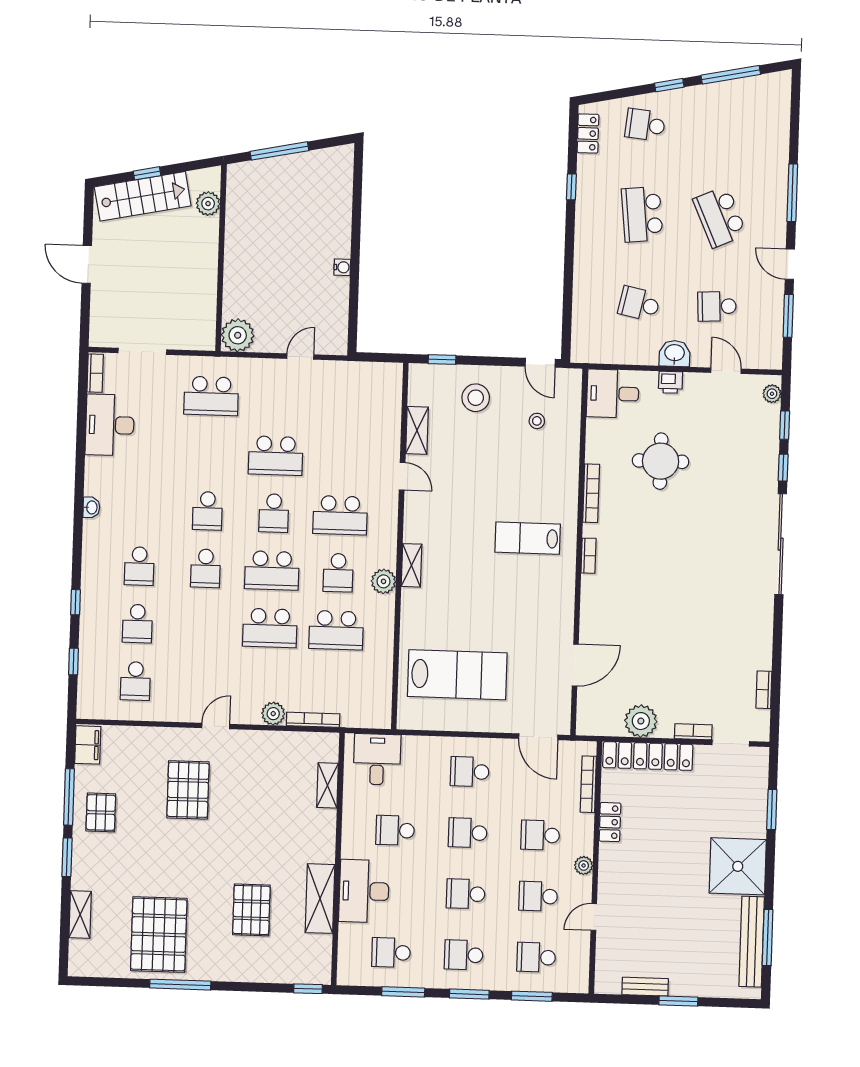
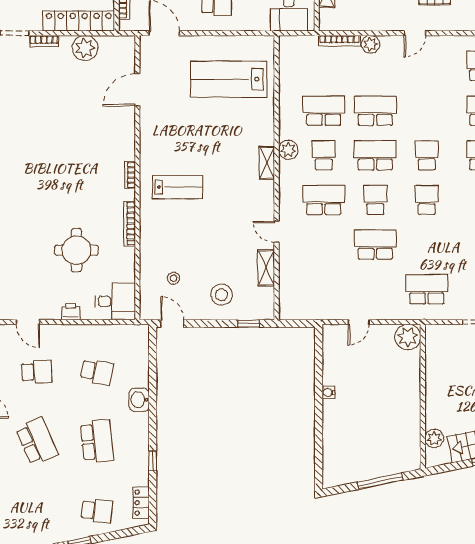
washbasin: (675, 353) -> (139, 400), moved, turned 90

